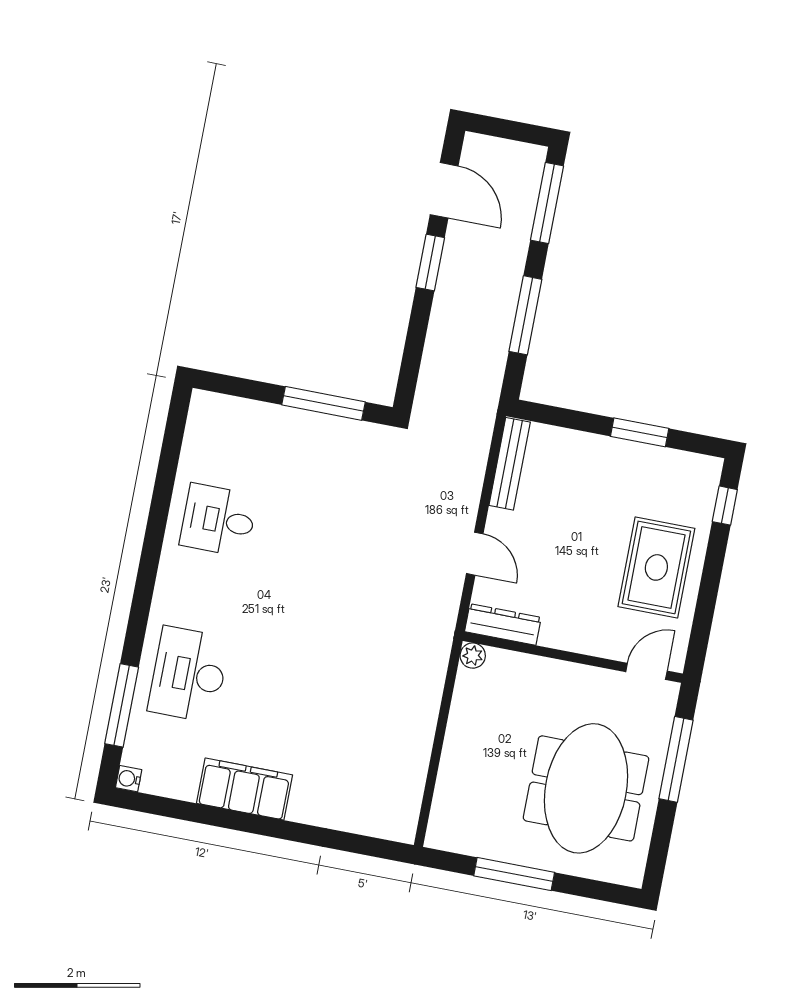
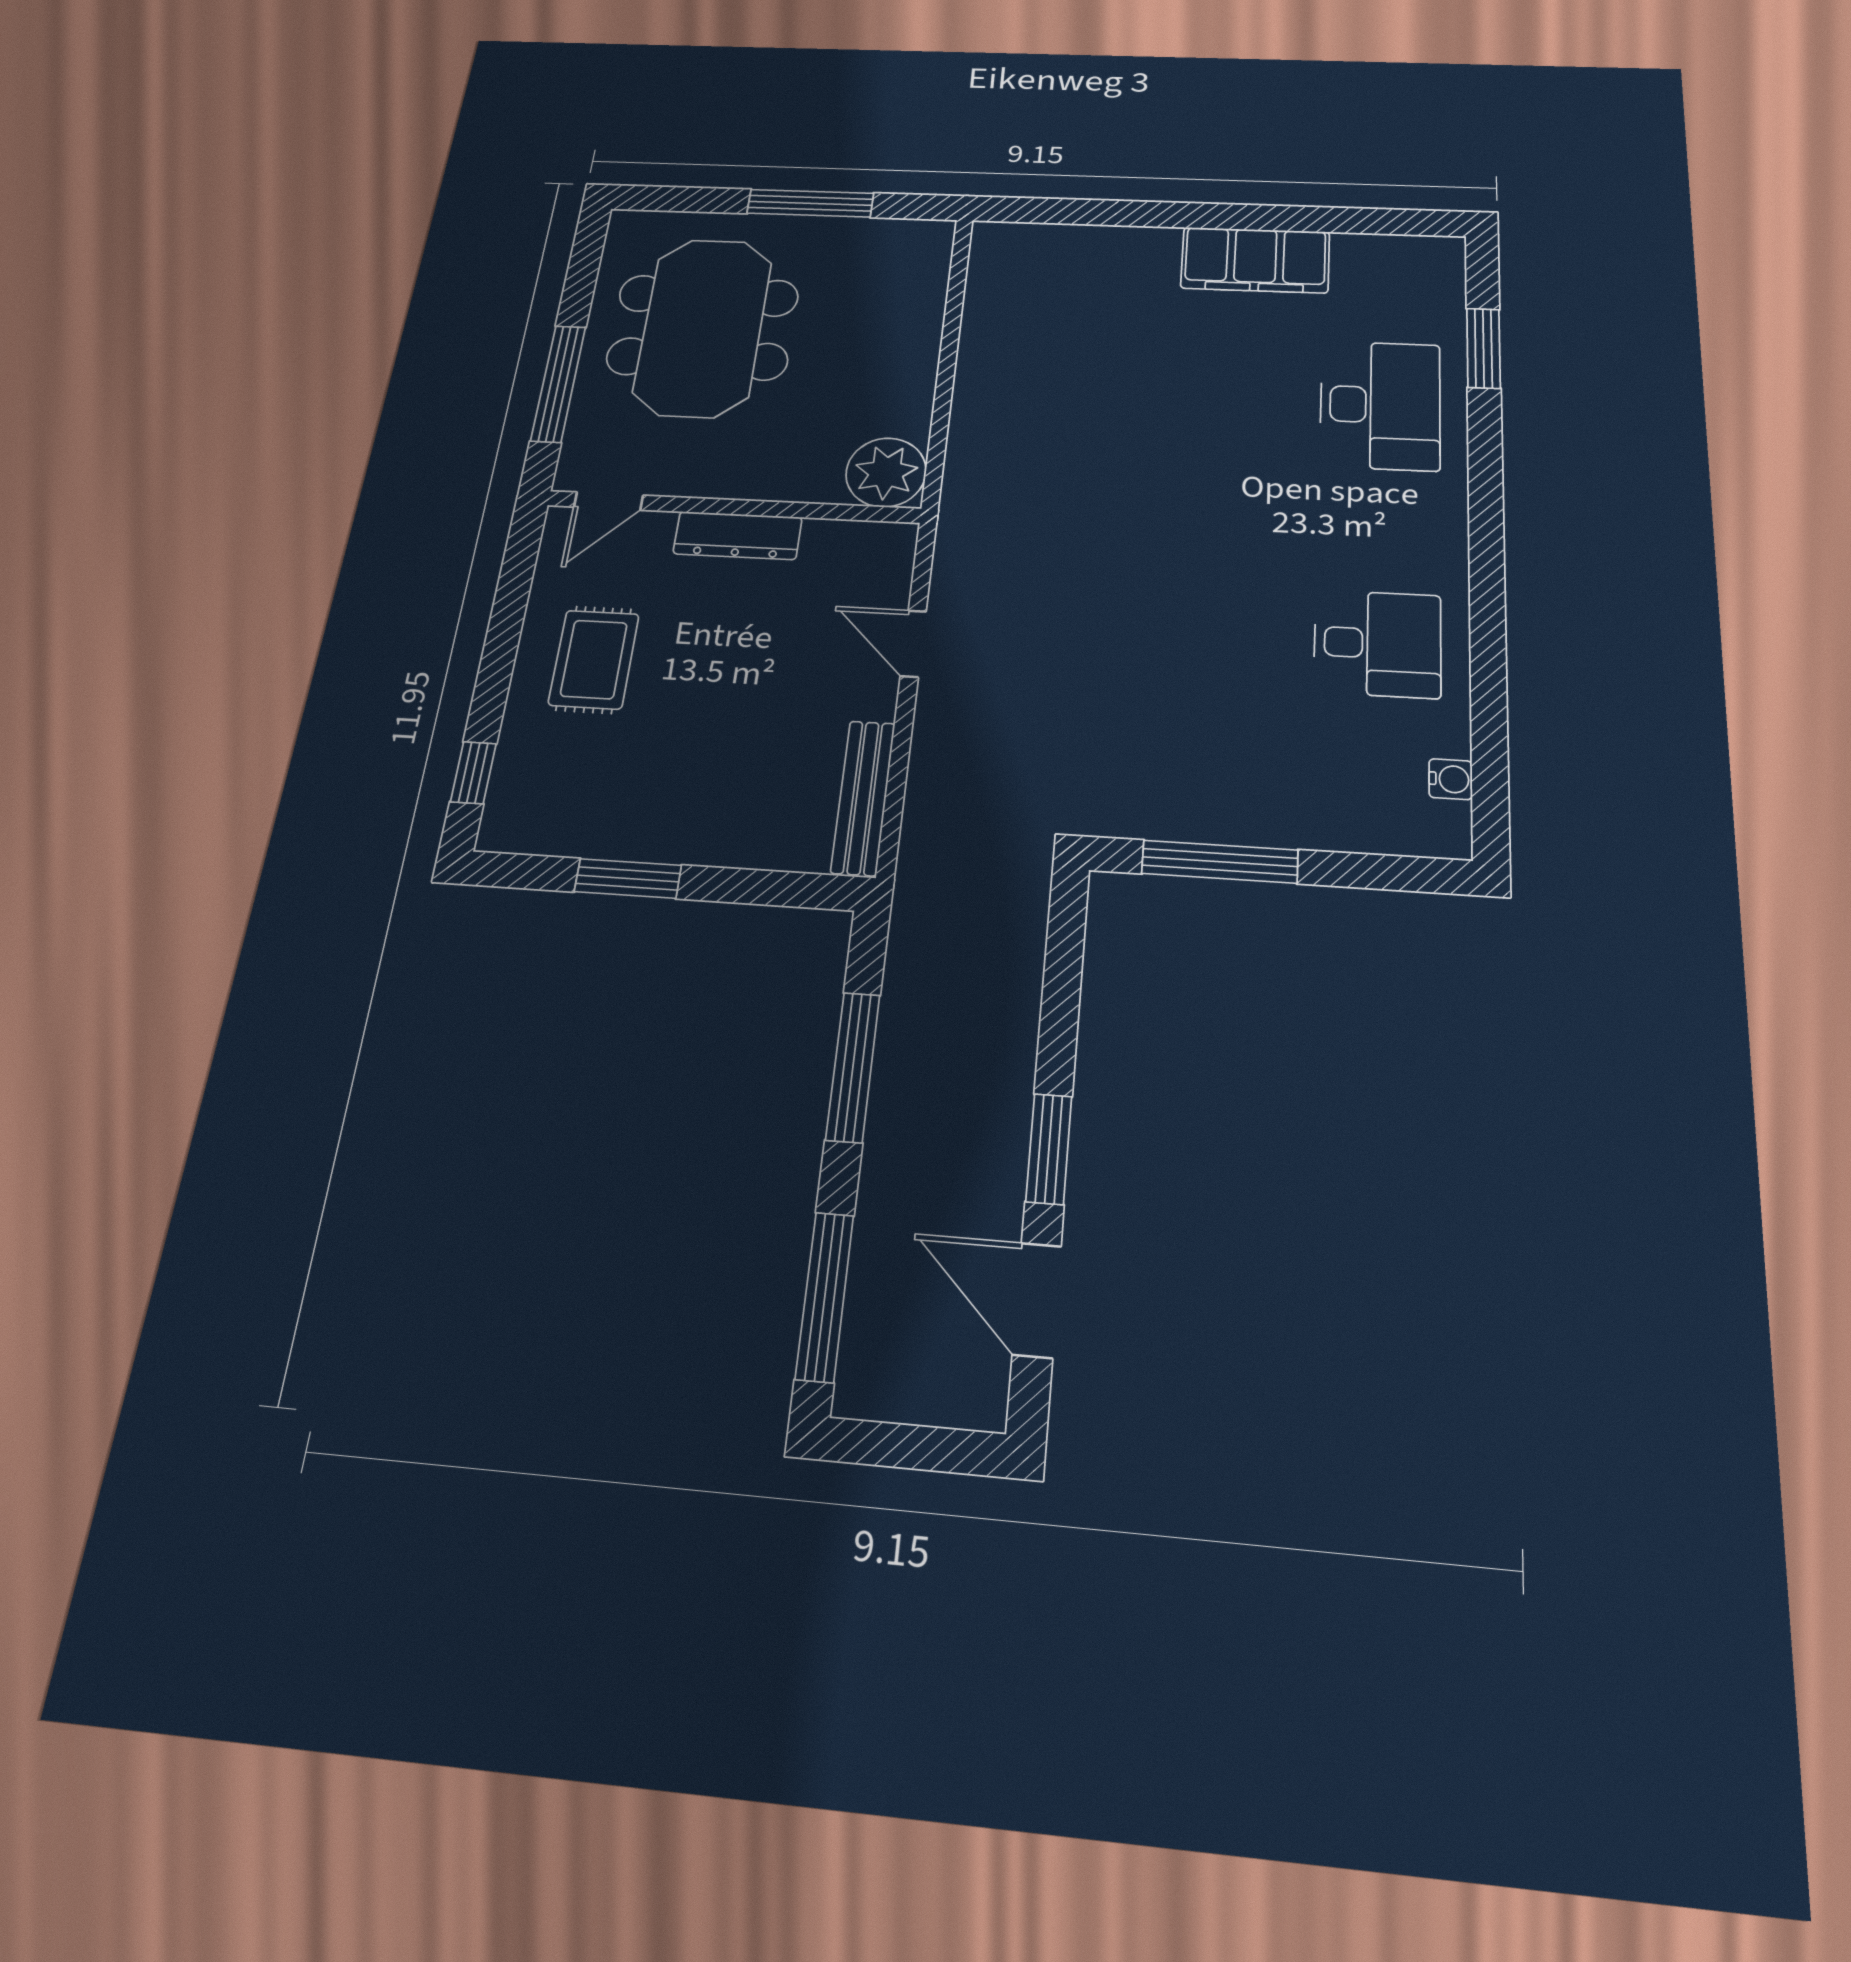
rug: (656, 567) -> (594, 659), width x0.73, depth x0.70
dresser: (503, 624) -> (738, 536), moved
plant: (473, 656) -> (886, 472), width x1.88, depth x1.88
window: (122, 705) -> (1484, 348), width x0.69
water cooler: (129, 779) -> (1451, 779), moved

